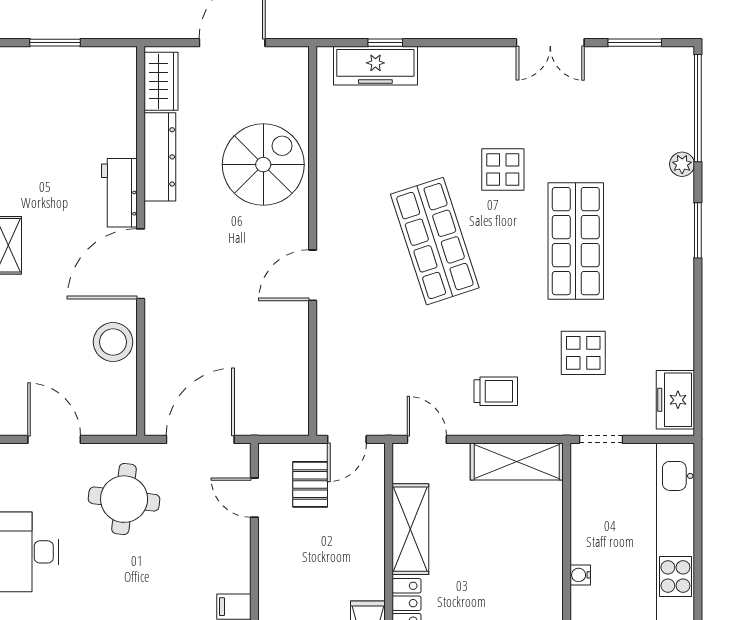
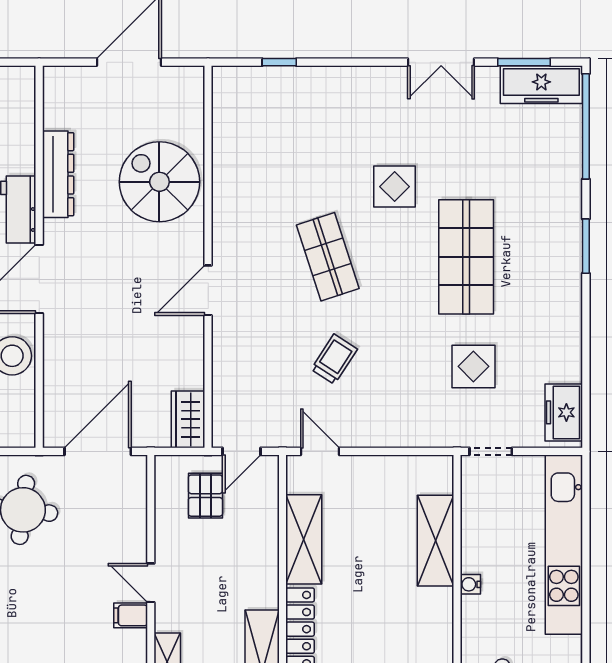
freezer: (375, 66) -> (541, 85), moved
wardrobe: (161, 81) -> (188, 419), moved, turned 180
plant: (682, 164) -> (570, 181), removed
spiral stairs: (263, 165) -> (159, 182), turned -90
shop shelf: (435, 241) -> (328, 257), width x0.70, depth x0.74
trolley: (496, 391) -> (334, 359), moved, turned -57
shelving: (517, 461) -> (435, 541), moved, turned 90
door: (254, 498) -> (151, 583), moved

